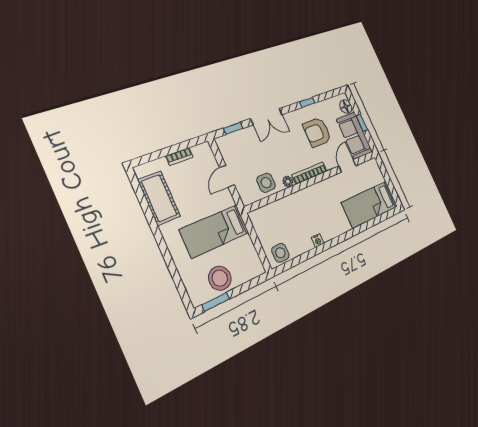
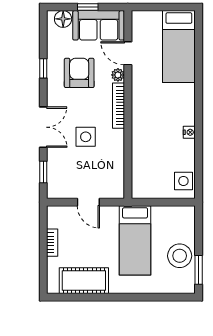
armchair: (317, 132) -> (79, 73), turned 180
plant: (288, 182) -> (118, 75), moved
side table: (266, 183) -> (86, 137), moved

